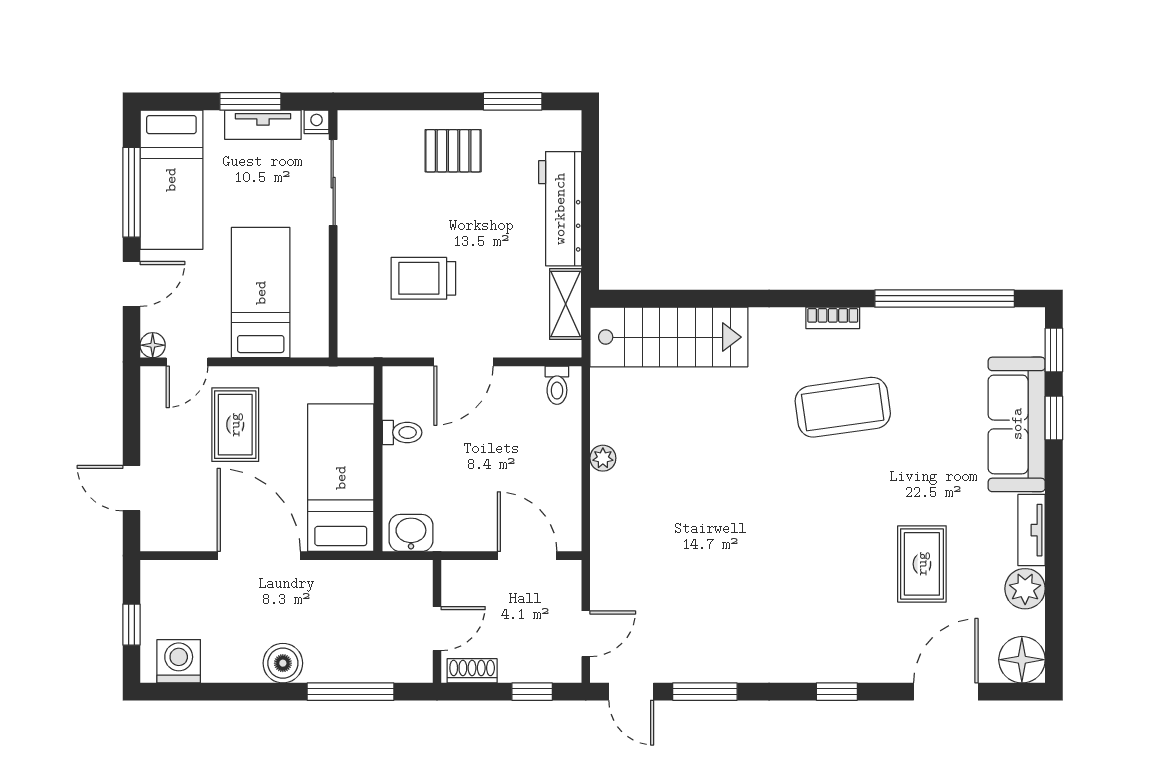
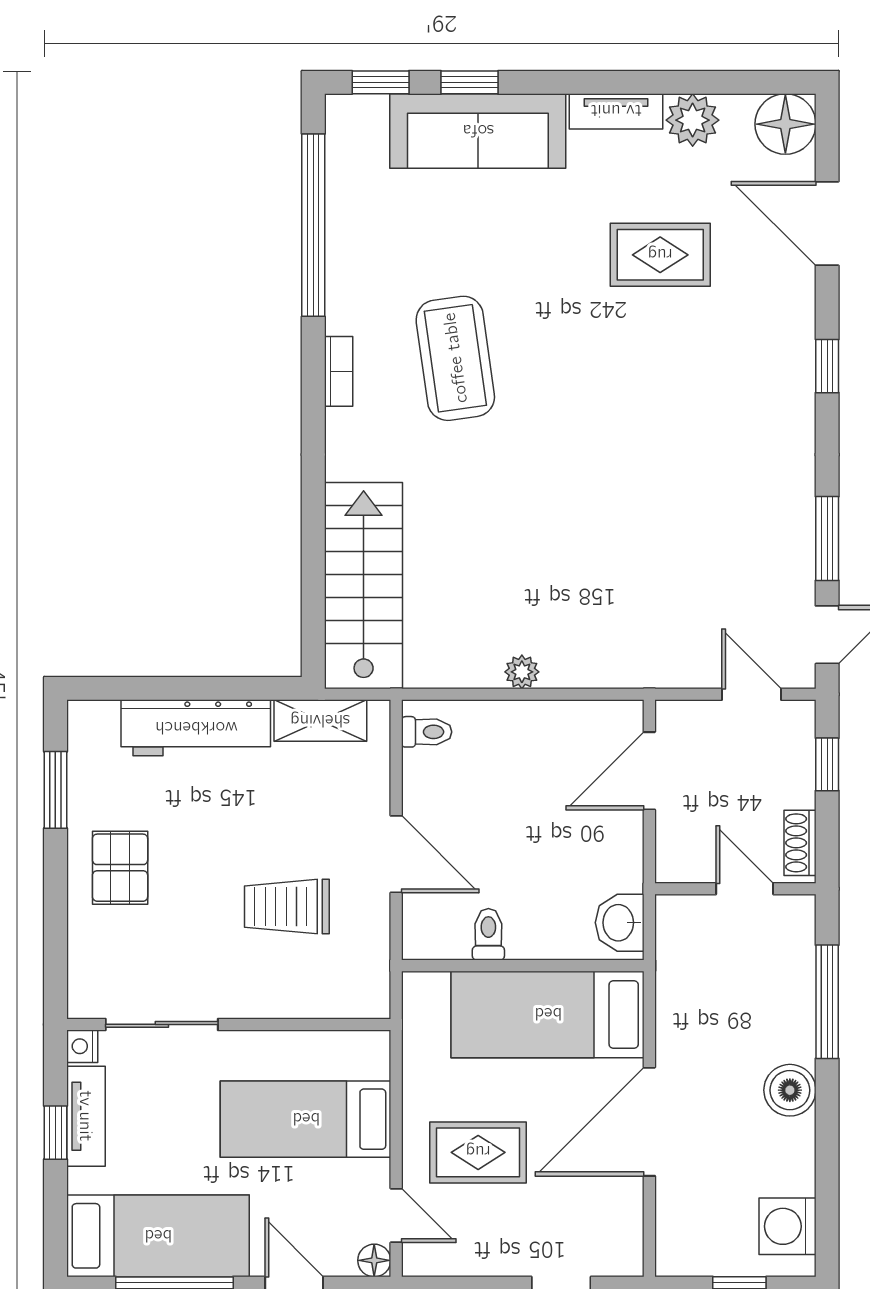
window: (250, 101) -> (55, 1133), width x0.67
trolley: (423, 278) -> (287, 907), turned 90

